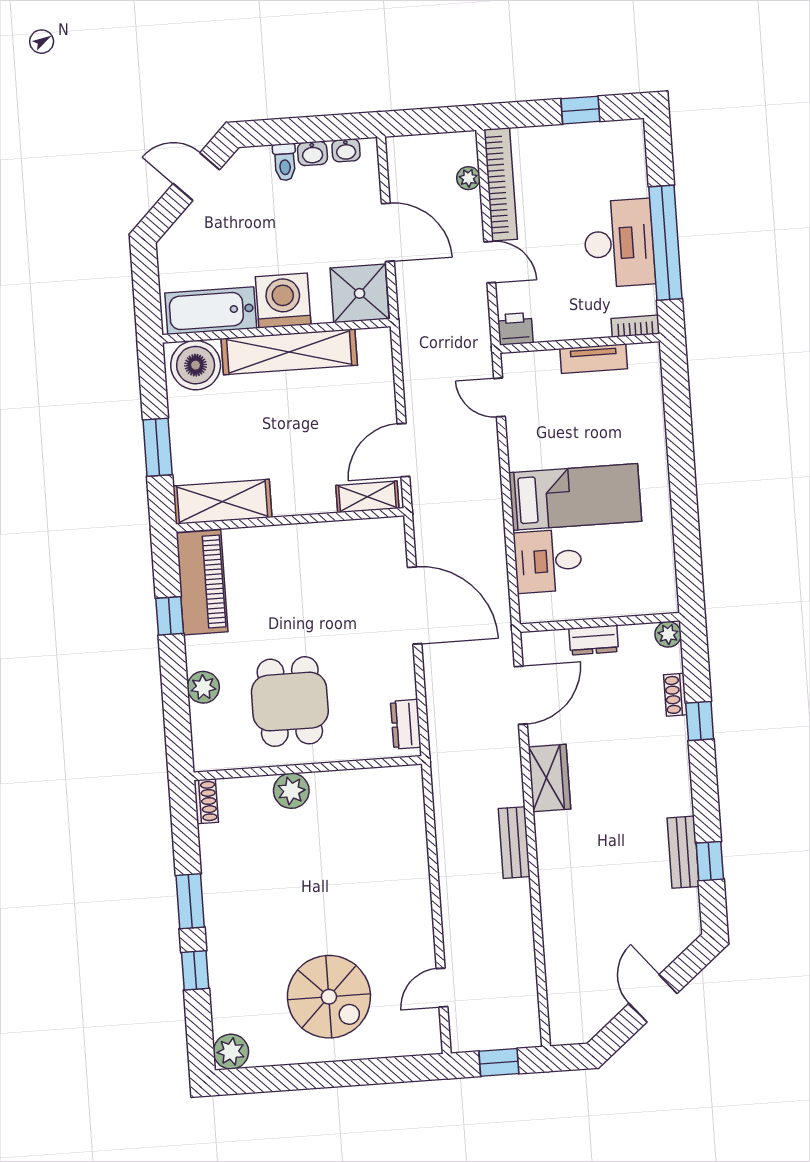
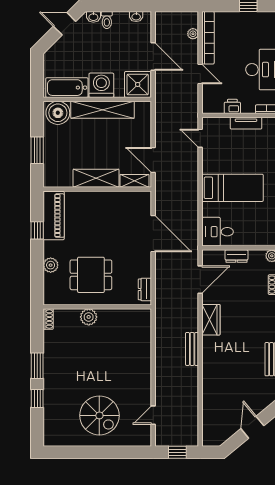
washbasin: (312, 153) -> (93, 17), moved
printer: (515, 329) -> (232, 106), moved
door: (403, 450) -> (153, 160), hinge flipped
shelving: (222, 502) -> (96, 178), moved
desk: (548, 561) -> (218, 232), moved
dining table: (290, 702) -> (91, 275), turned 90
plant: (231, 1052) -> (51, 438), removed

